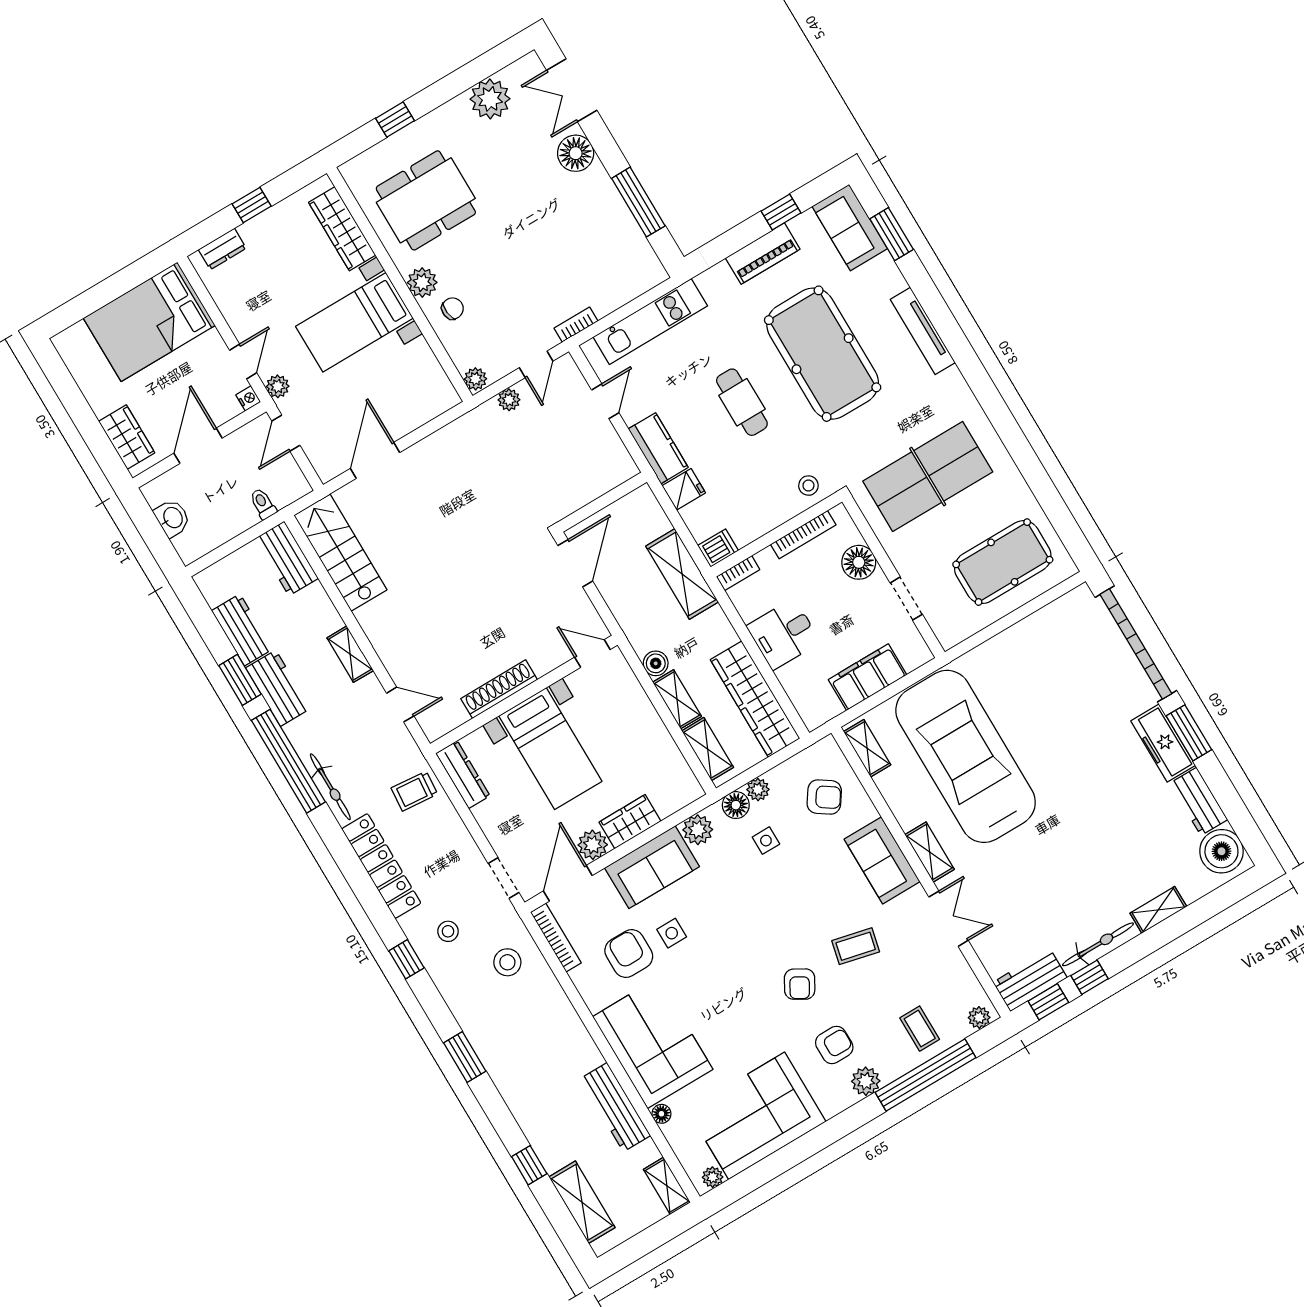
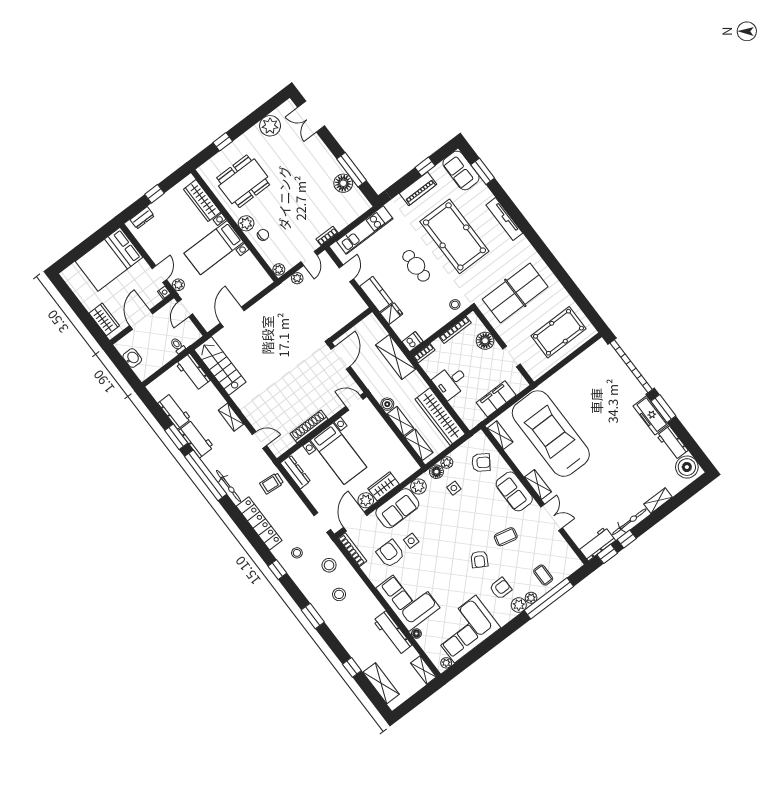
floor lamp: (576, 153) -> (343, 183), moved
plant: (979, 1017) -> (531, 598), moved
stool: (520, 1021) -> (339, 594), added

